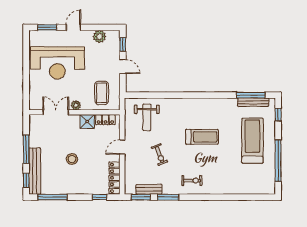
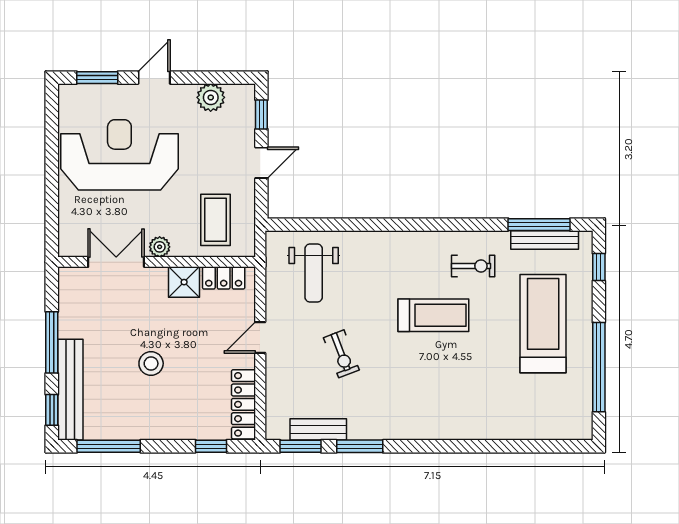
reception desk: (57, 63) -> (119, 155), turned 180
door: (123, 67) -> (261, 163), hinge flipped
exercise bike: (192, 181) -> (473, 266), moved

